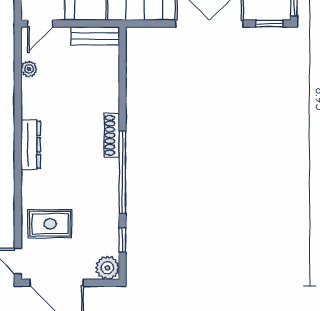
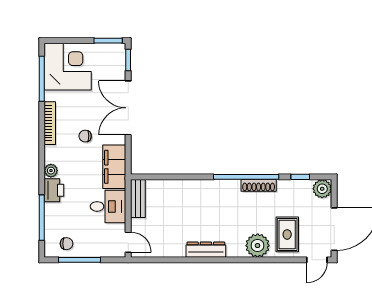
plant: (29, 69) -> (258, 246), moved, width x1.87, depth x1.87
shoe rack: (112, 135) -> (259, 185), moved
dresser: (31, 145) -> (206, 250), moved

